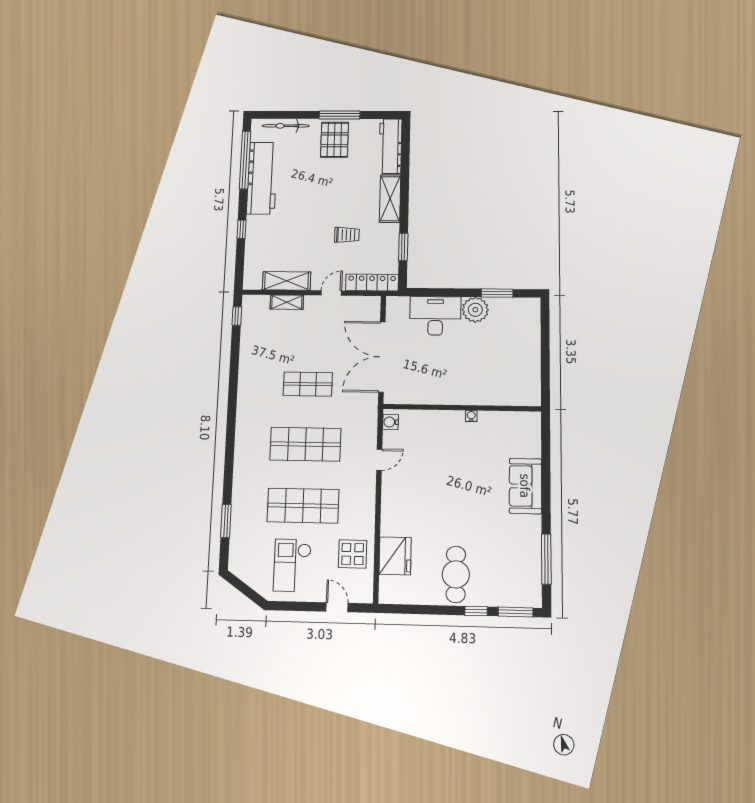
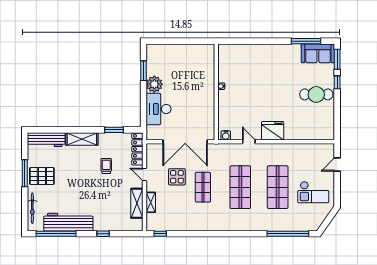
sofa: (525, 486) -> (318, 53), moved
window: (226, 521) -> (288, 234), width x2.11
display table: (353, 554) -> (177, 177), moved
fridge: (395, 556) -> (273, 131), moved

